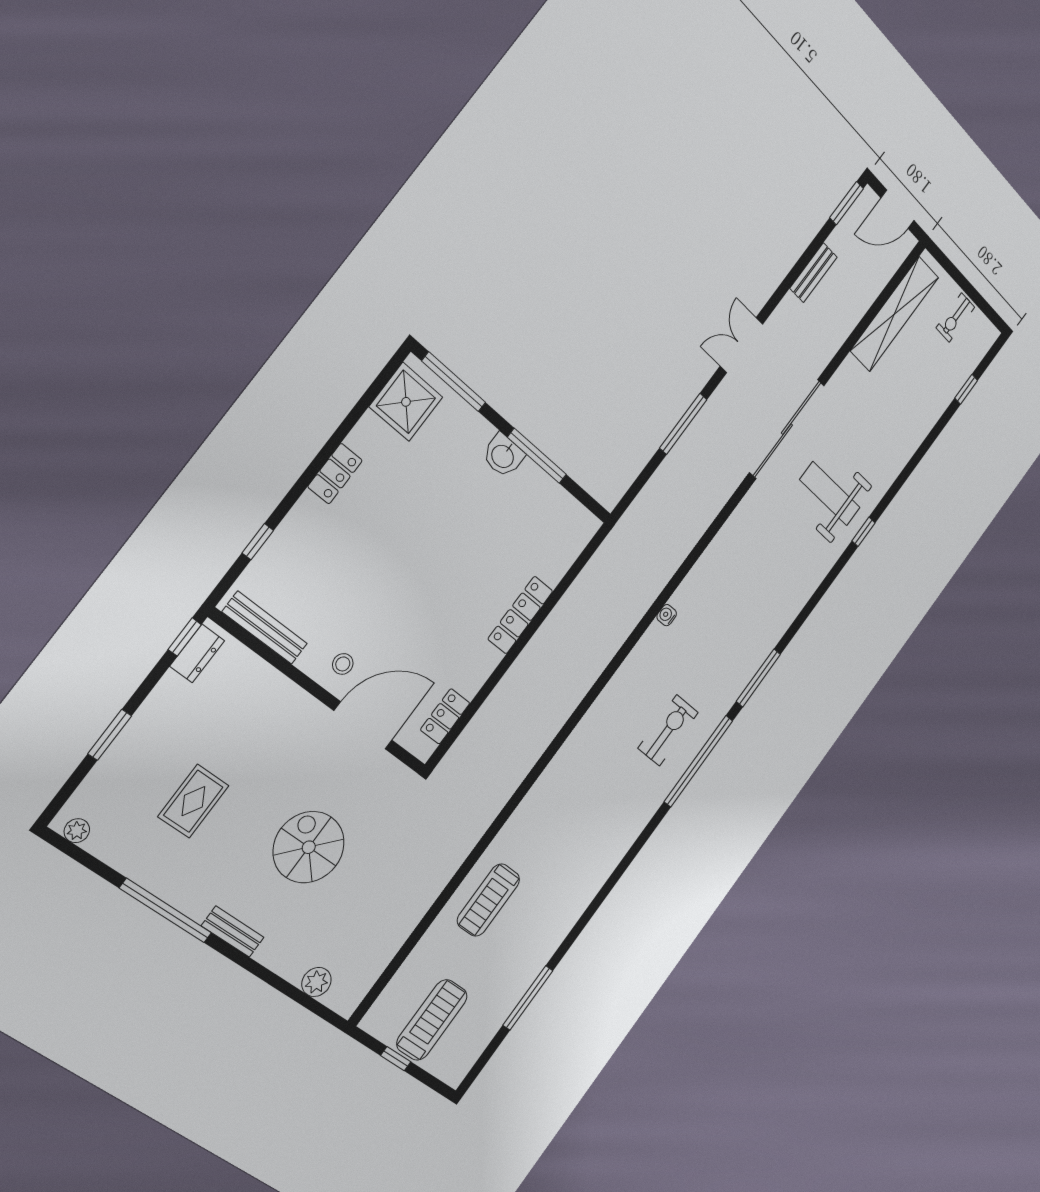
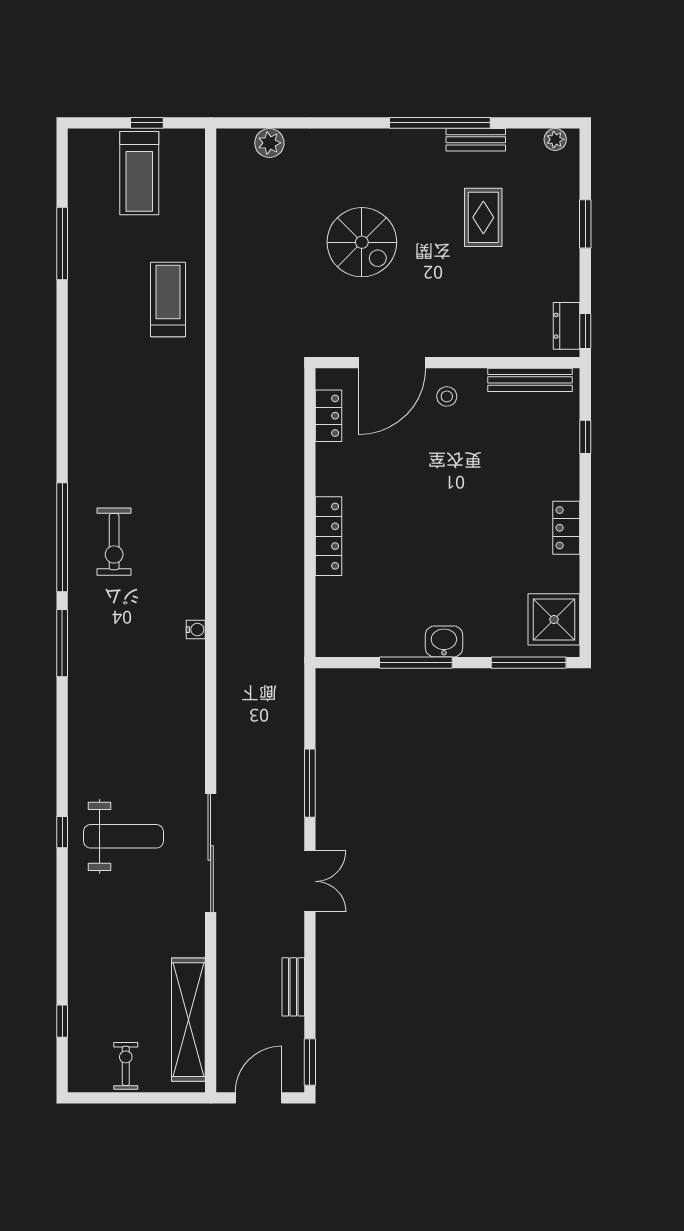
bench: (233, 932) -> (476, 140), moved

